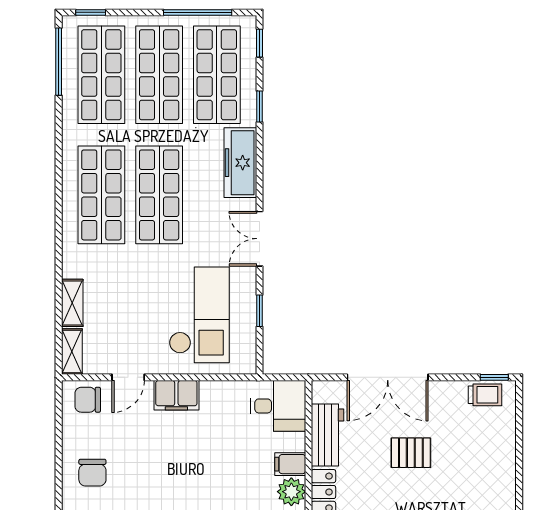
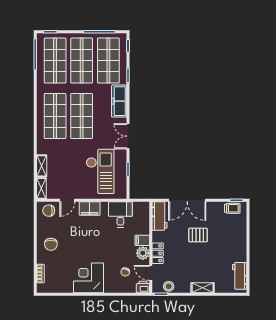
desk: (278, 406) -> (120, 214), moved, turned -90
workbench: (328, 435) -> (159, 216), moved

